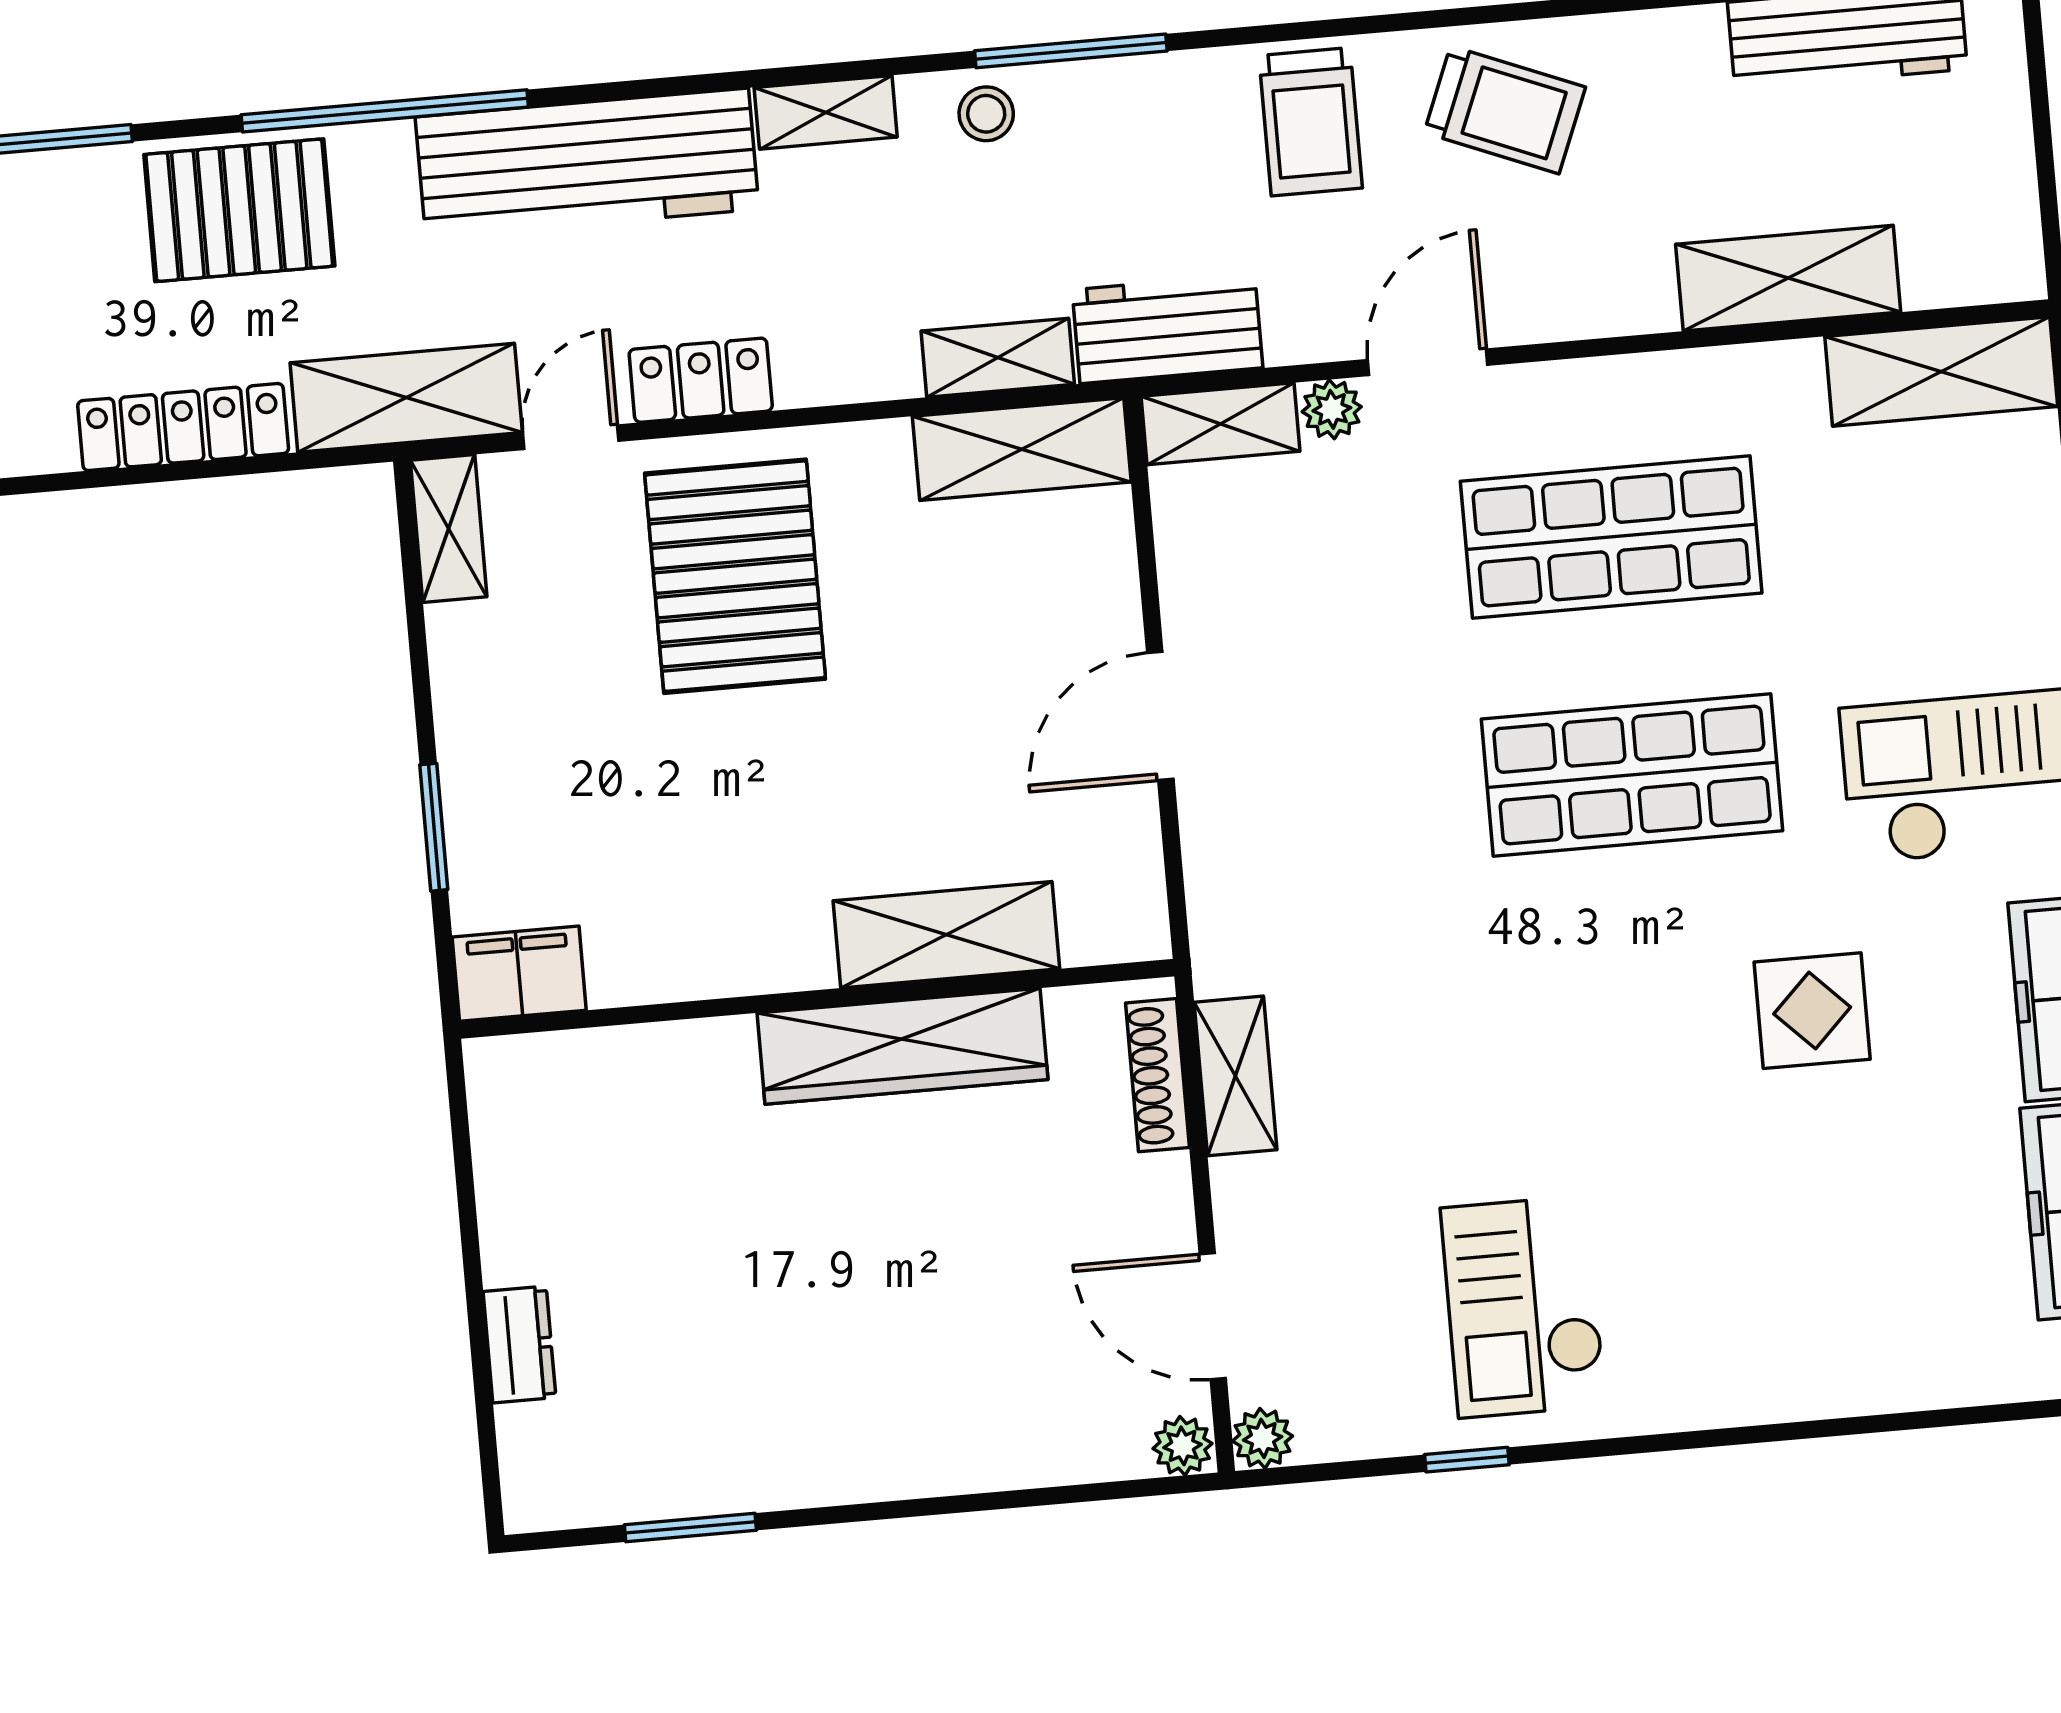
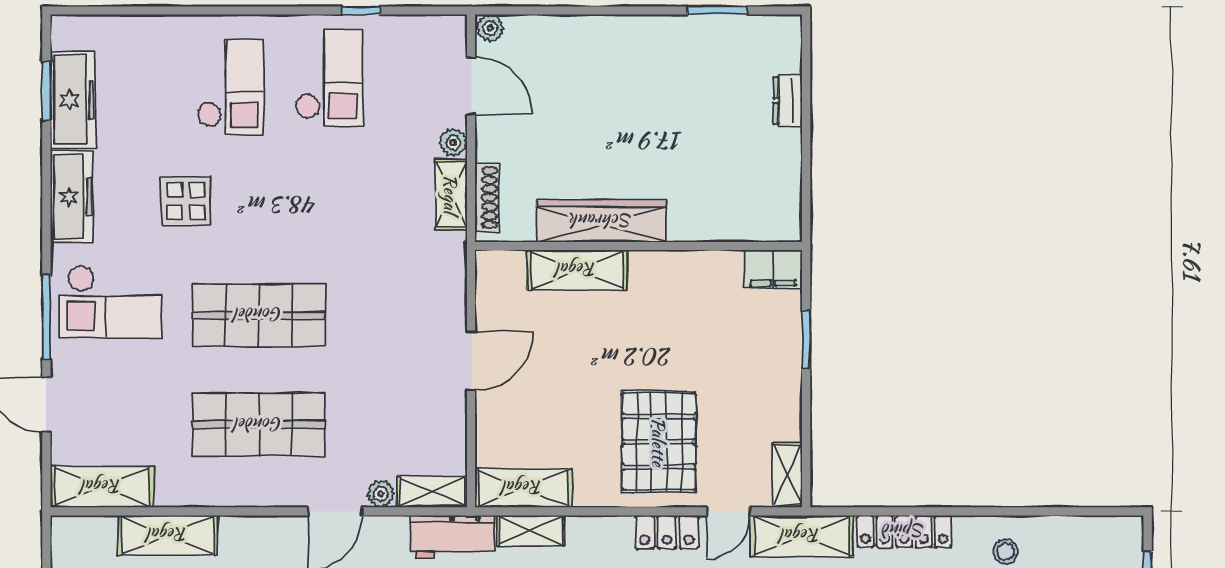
checkout: (1737, 1268) -> (231, 87), added
plant: (1263, 1438) -> (453, 143), moved

